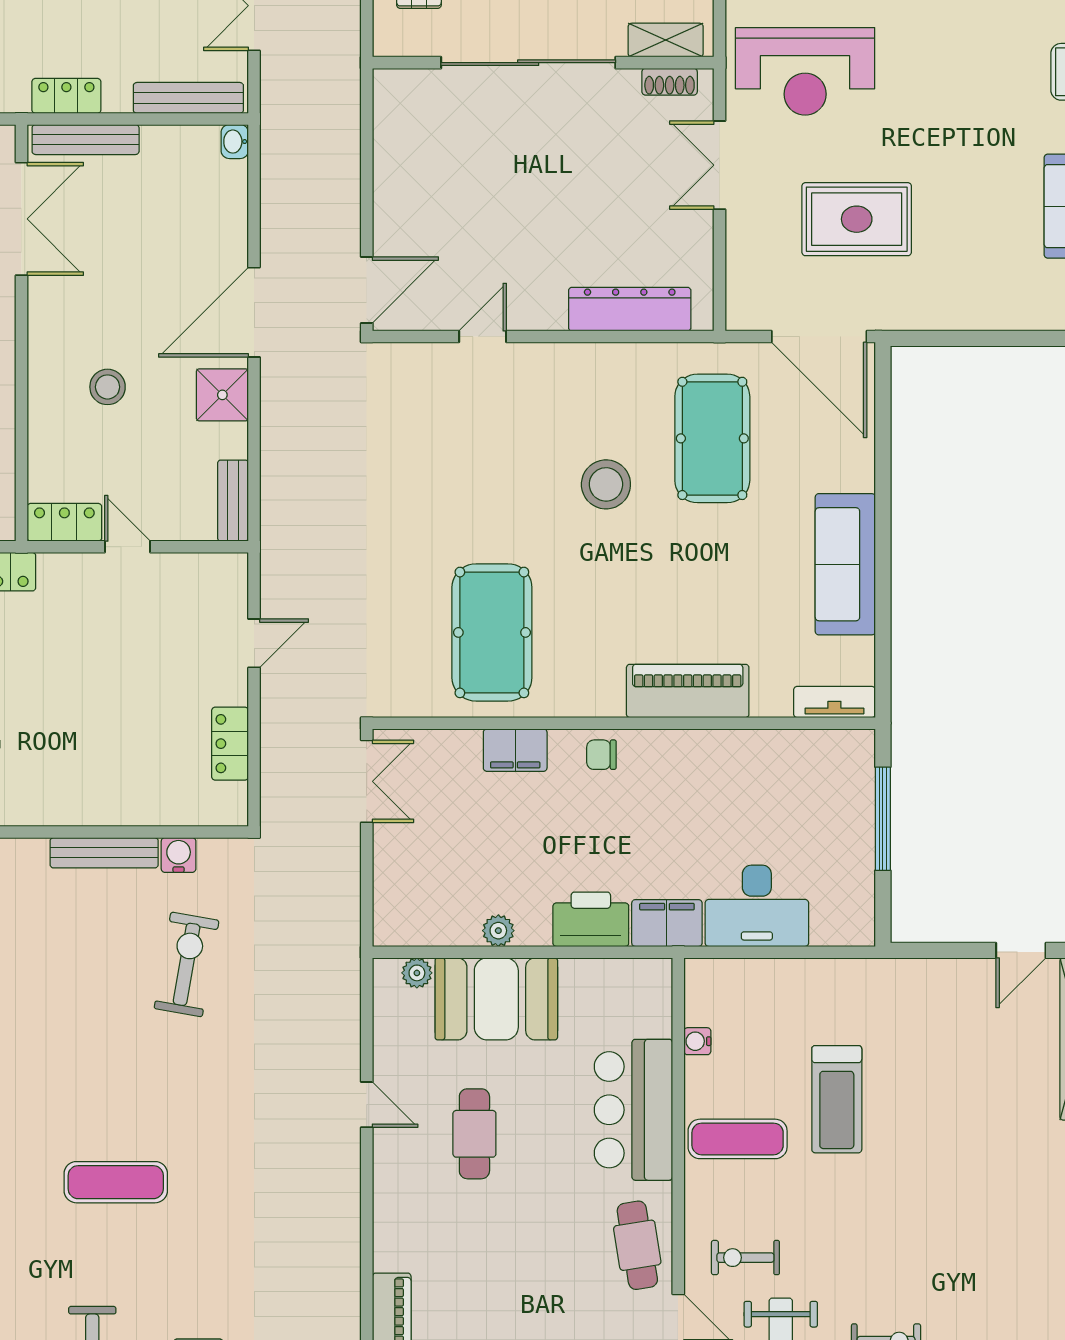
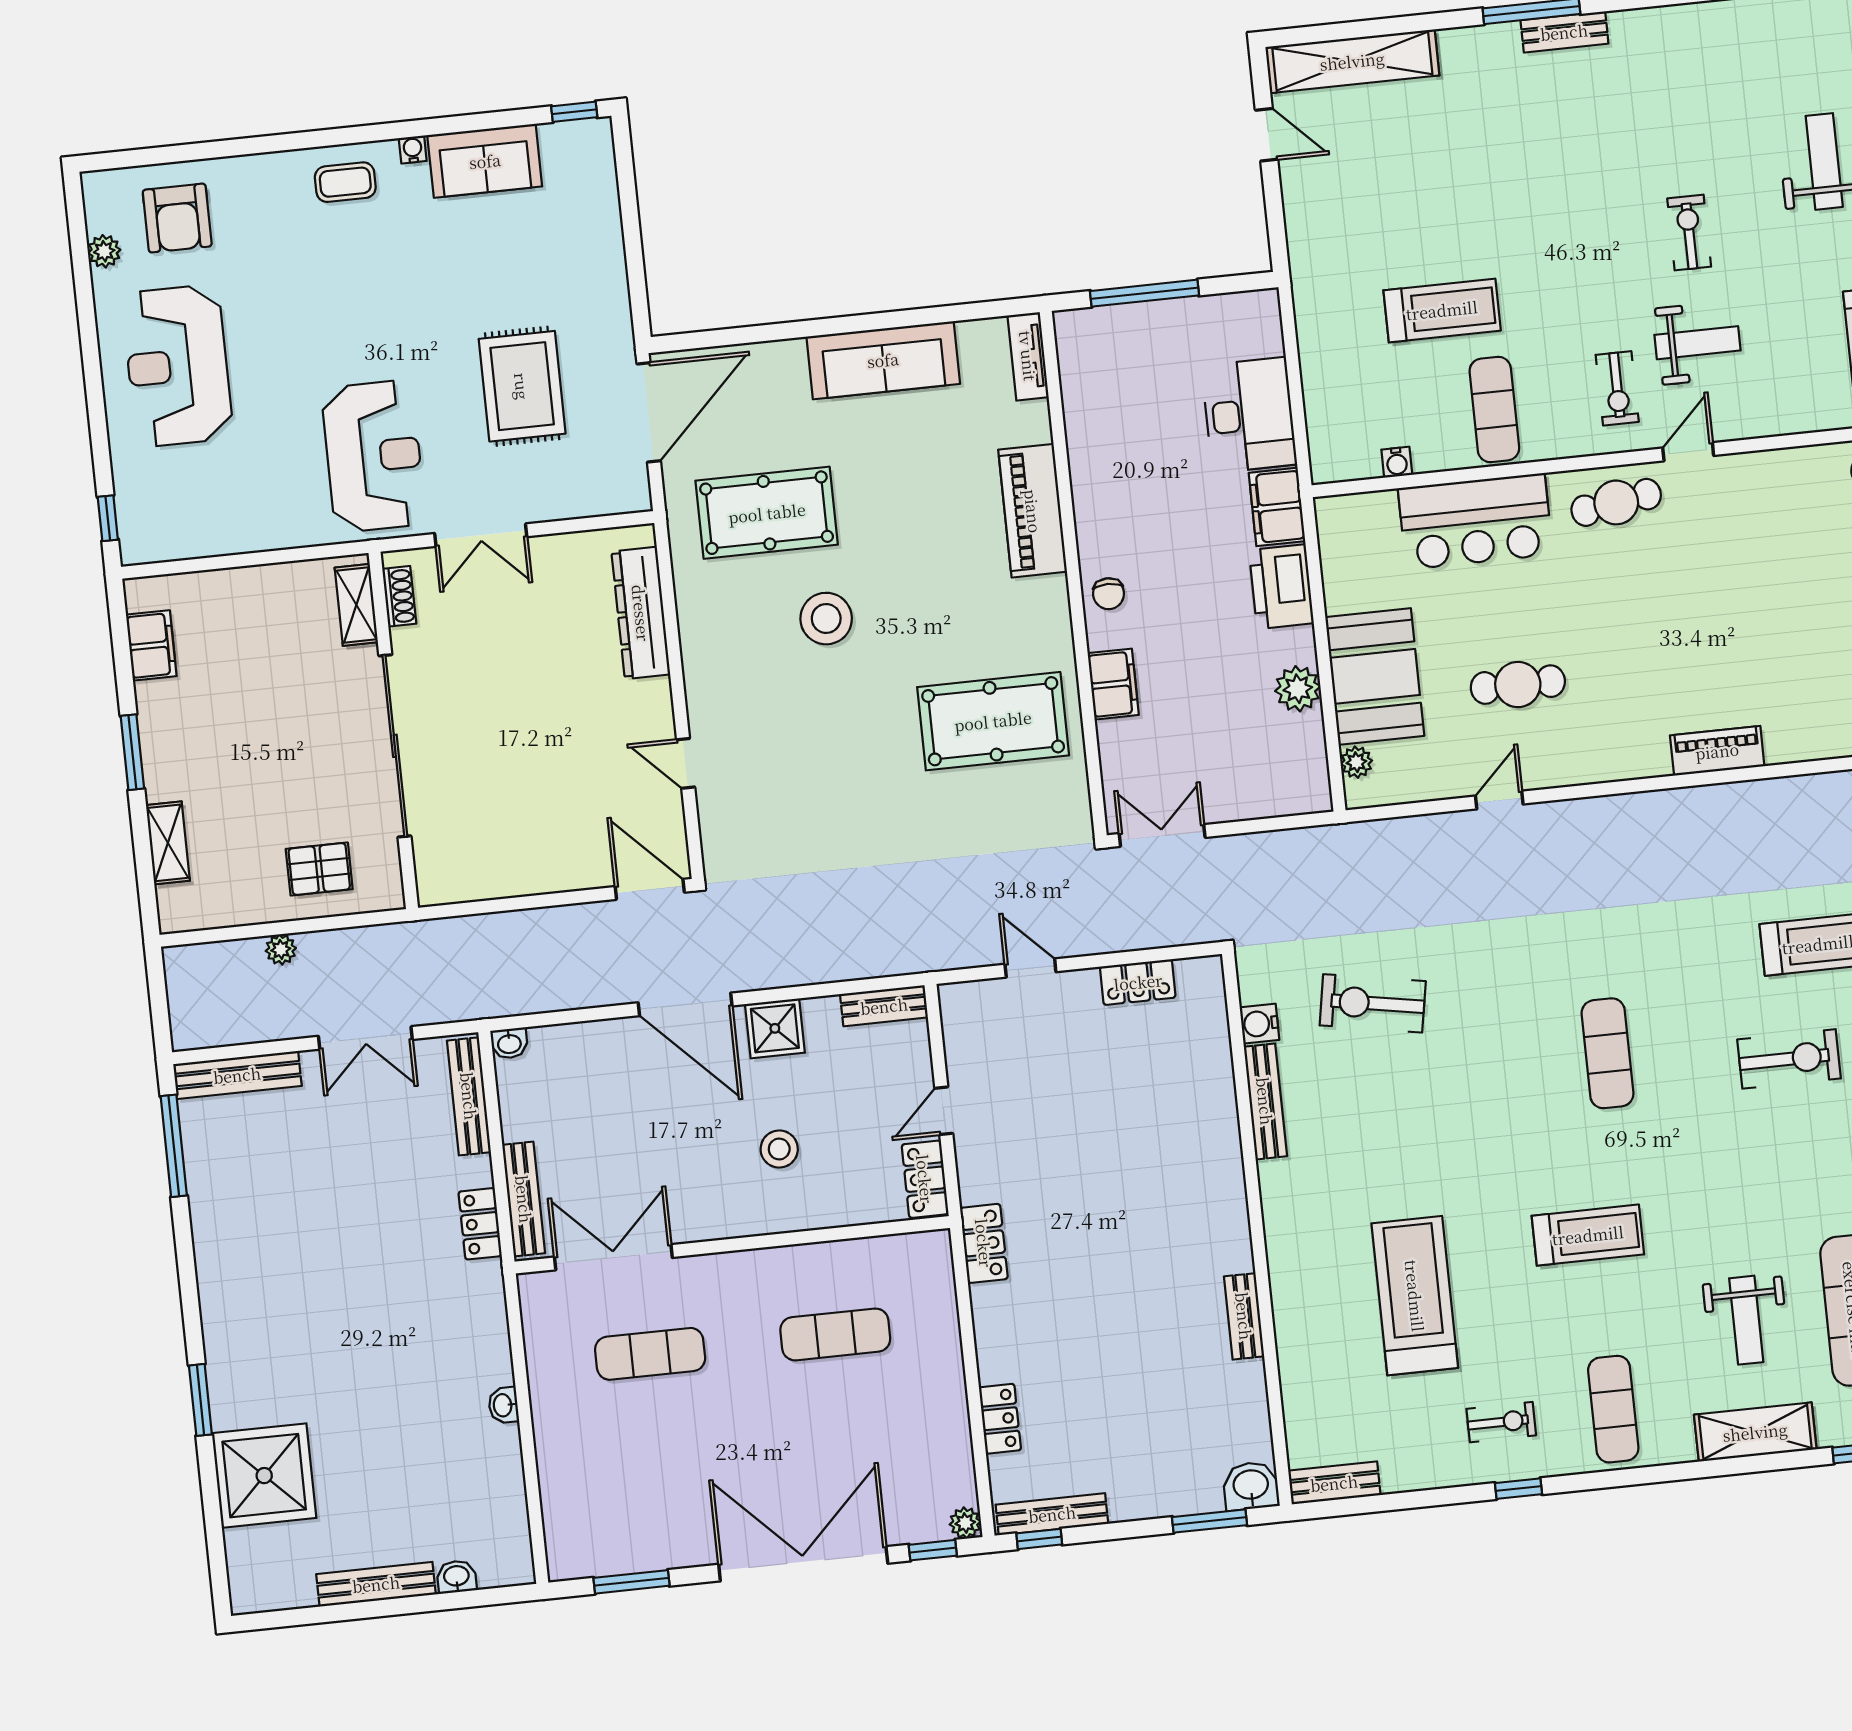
plant: (498, 931) -> (1298, 689), width x1.38, depth x1.38

